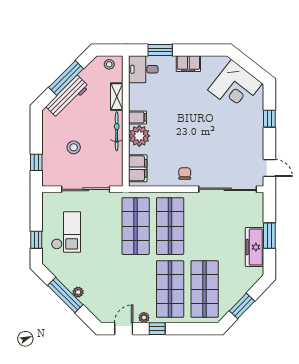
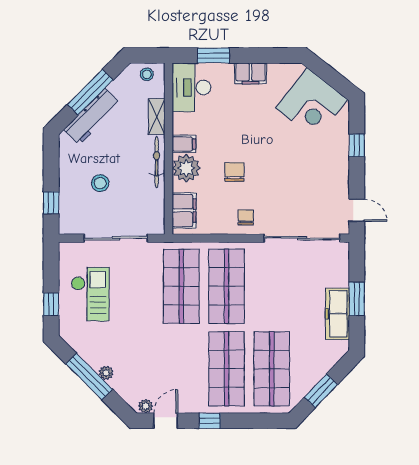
desk: (143, 69) -> (191, 87), width x1.37
chair: (176, 139) -> (234, 172), added
plant: (144, 318) -> (146, 406), moved

